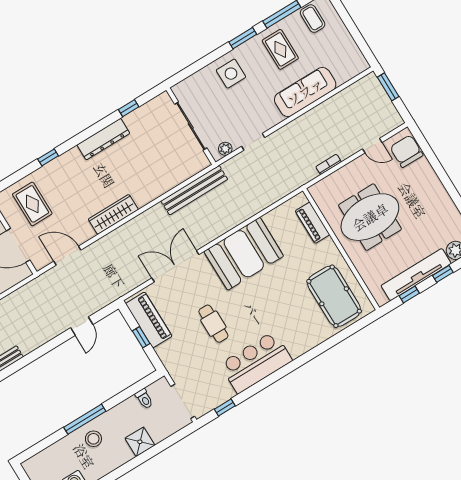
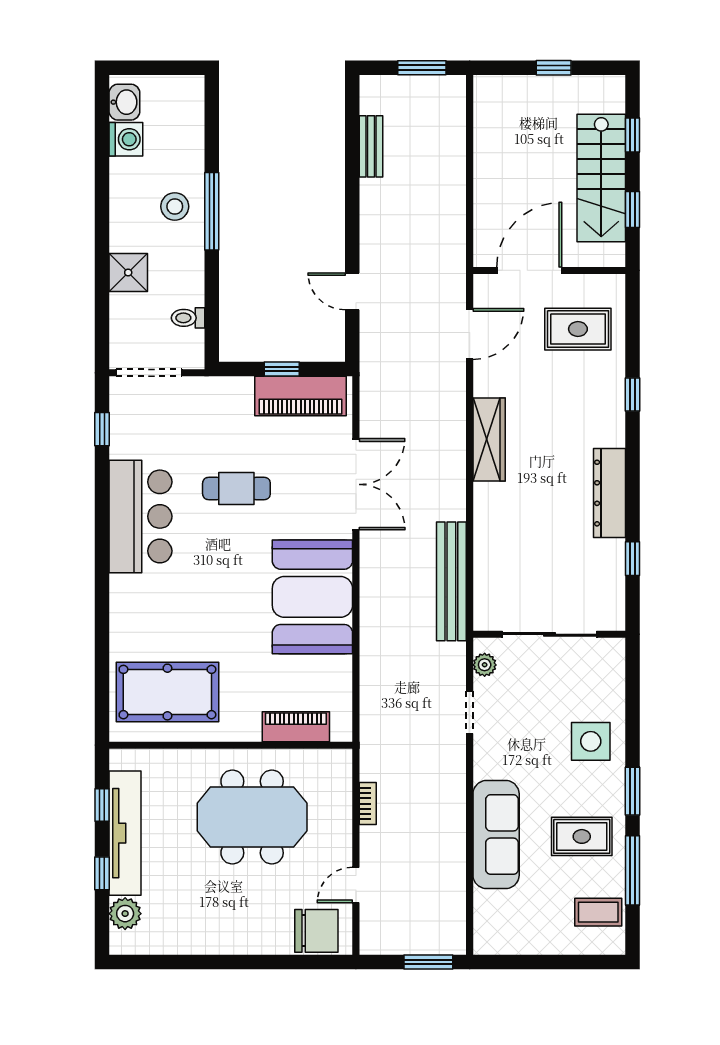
meeting table: (370, 217) -> (252, 817), turned 90

